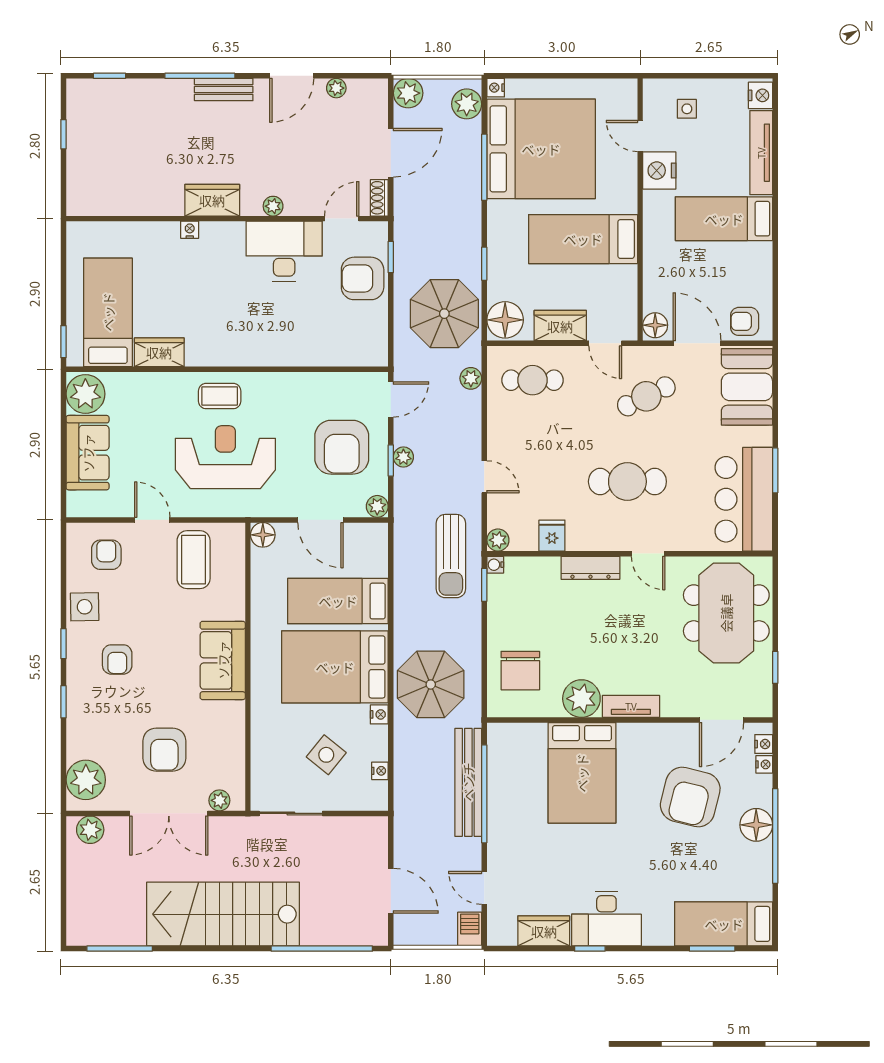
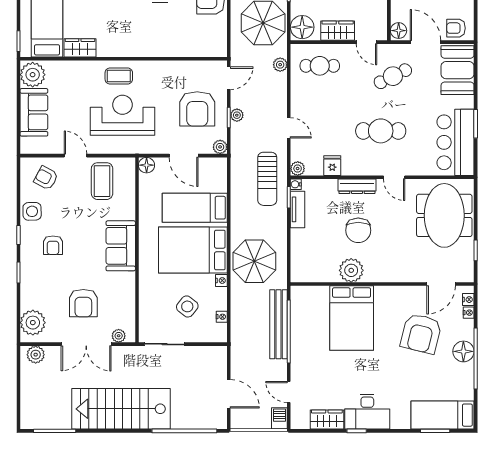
armchair: (106, 555) -> (46, 178), turned -62
chair: (520, 671) -> (358, 230), moved
tv unit: (631, 706) -> (297, 209), moved, turned 90

